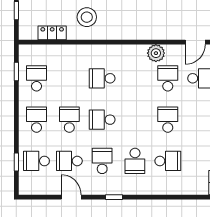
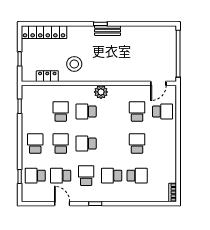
plant: (156, 53) -> (101, 92), moved
school desk: (37, 78) -> (61, 111), moved
school desk: (135, 161) -> (112, 176), turned 90

